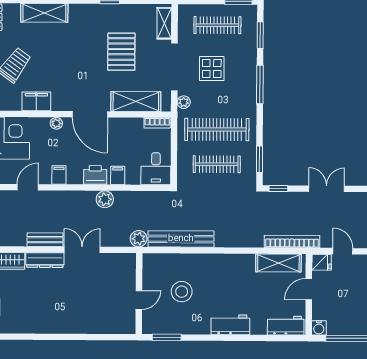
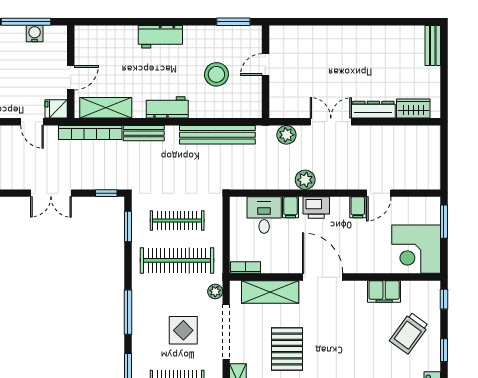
plant: (56, 123) -> (361, 267), removed
desk: (156, 169) -> (264, 215), moved
door: (28, 187) -> (379, 193), moved
plant: (139, 239) -> (286, 135), moved
bench: (45, 240) -> (144, 133), moved
double door: (82, 250) -> (331, 122), swing flipped
workbench: (286, 326) -> (167, 107), moved, turned 180
water cooler: (319, 328) -> (35, 34), moved

